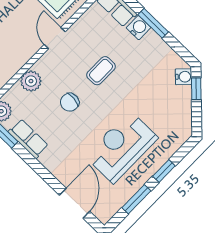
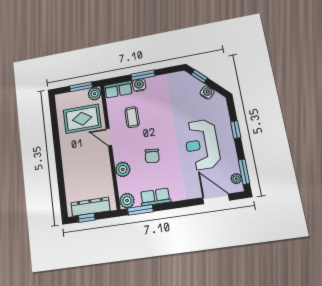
coffee table: (101, 71) -> (132, 117), moved
water cooler: (184, 77) -> (207, 92), moved
window: (136, 199) -> (244, 172), moved
plant: (111, 209) -> (236, 179), added

